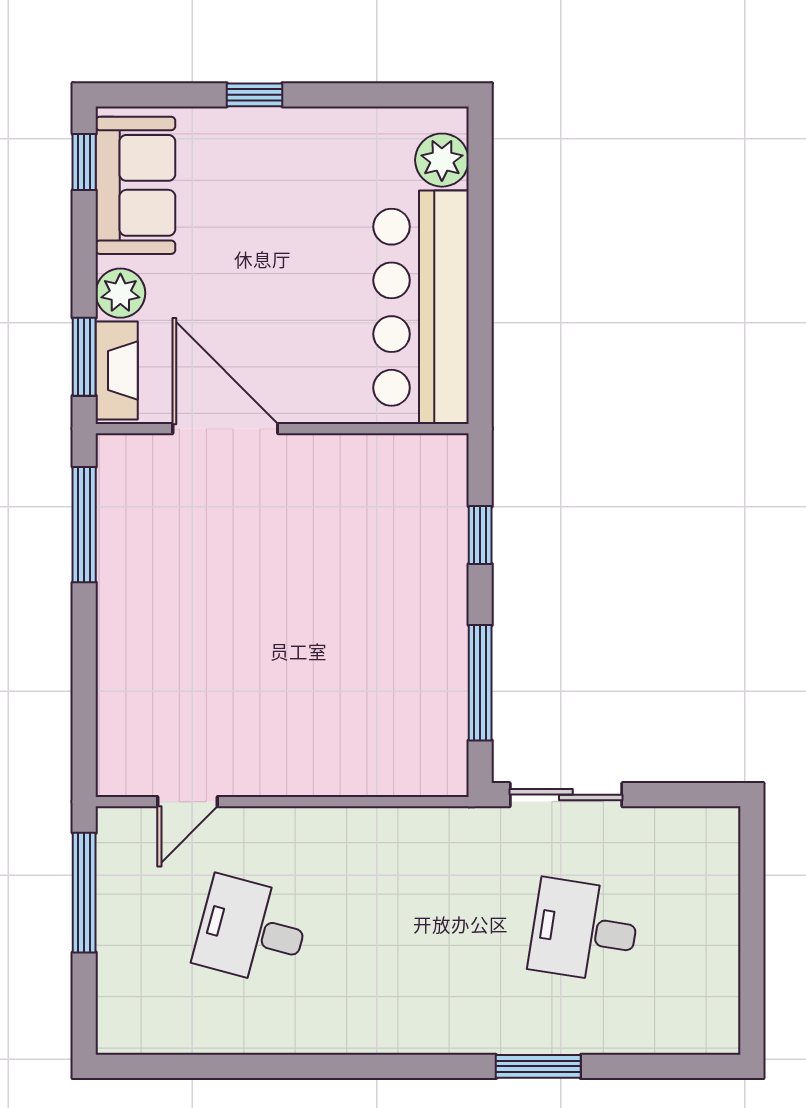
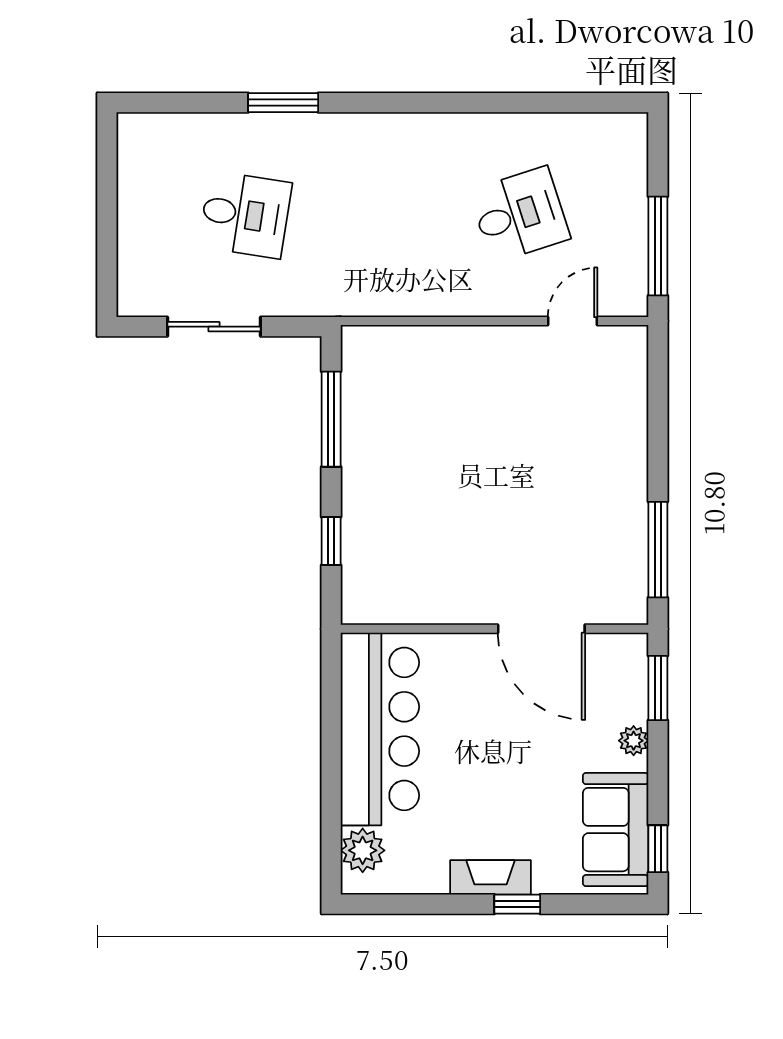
plant: (120, 293) -> (634, 741), width x0.73, depth x0.73
fireplace: (117, 371) -> (490, 877), moved, turned 90
sliding door: (566, 795) -> (214, 327), moved
desk: (252, 931) -> (520, 215), turned -33

